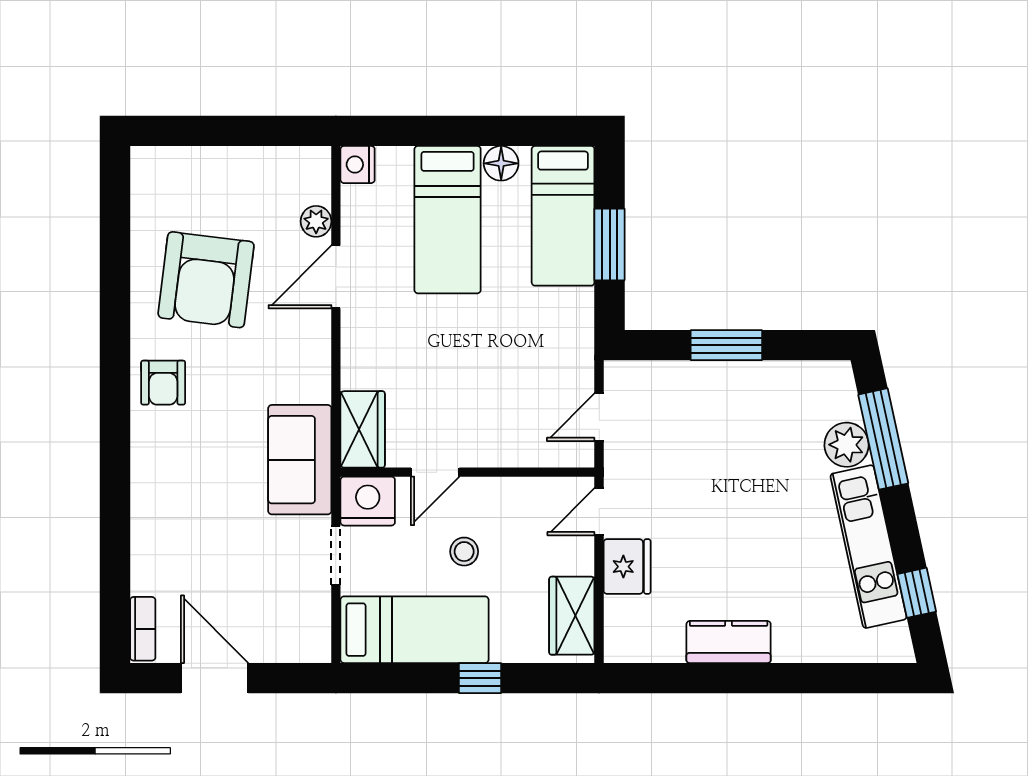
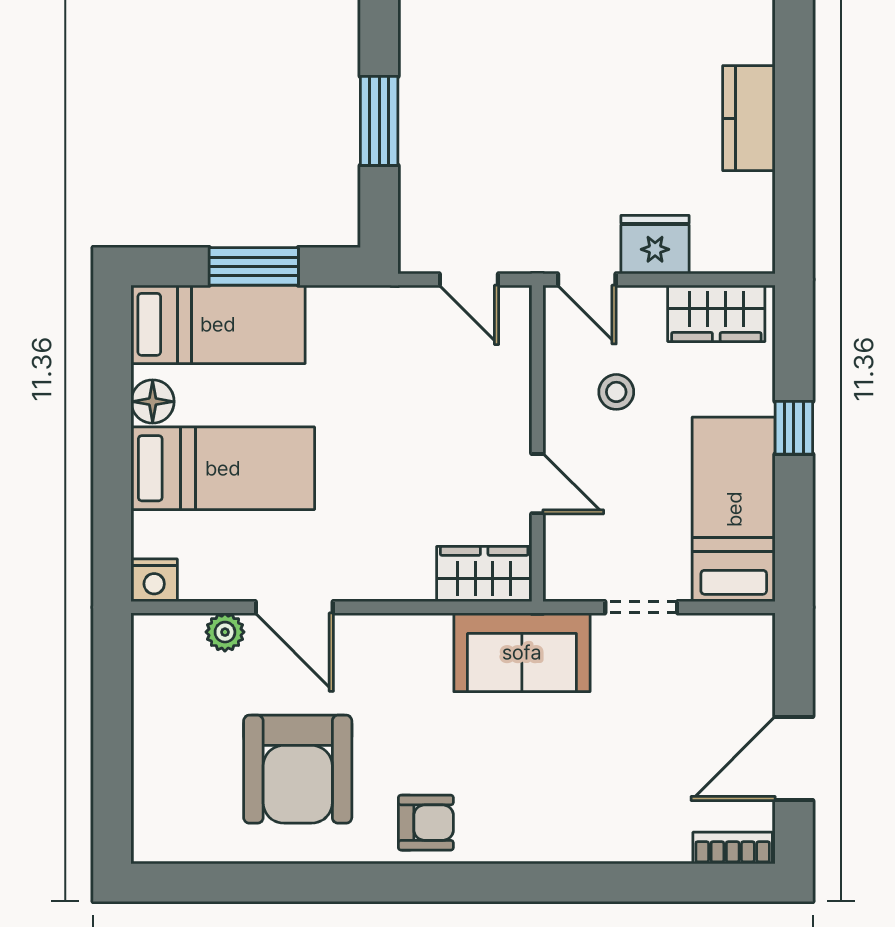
armchair: (206, 280) -> (298, 769), turned 83
nightstand: (368, 501) -> (573, 568), removed
stool: (464, 552) -> (616, 392), moved

